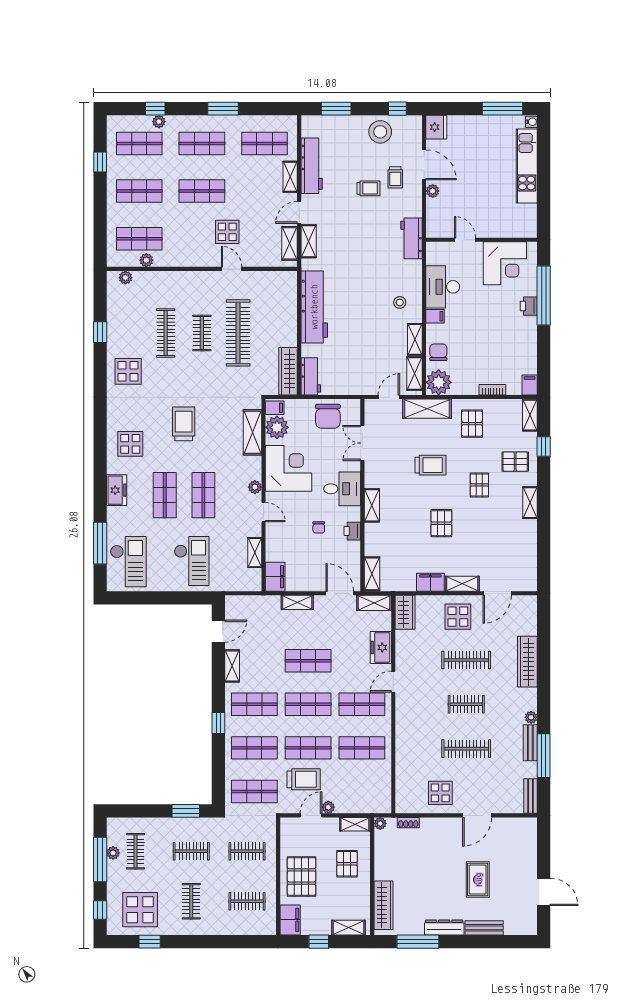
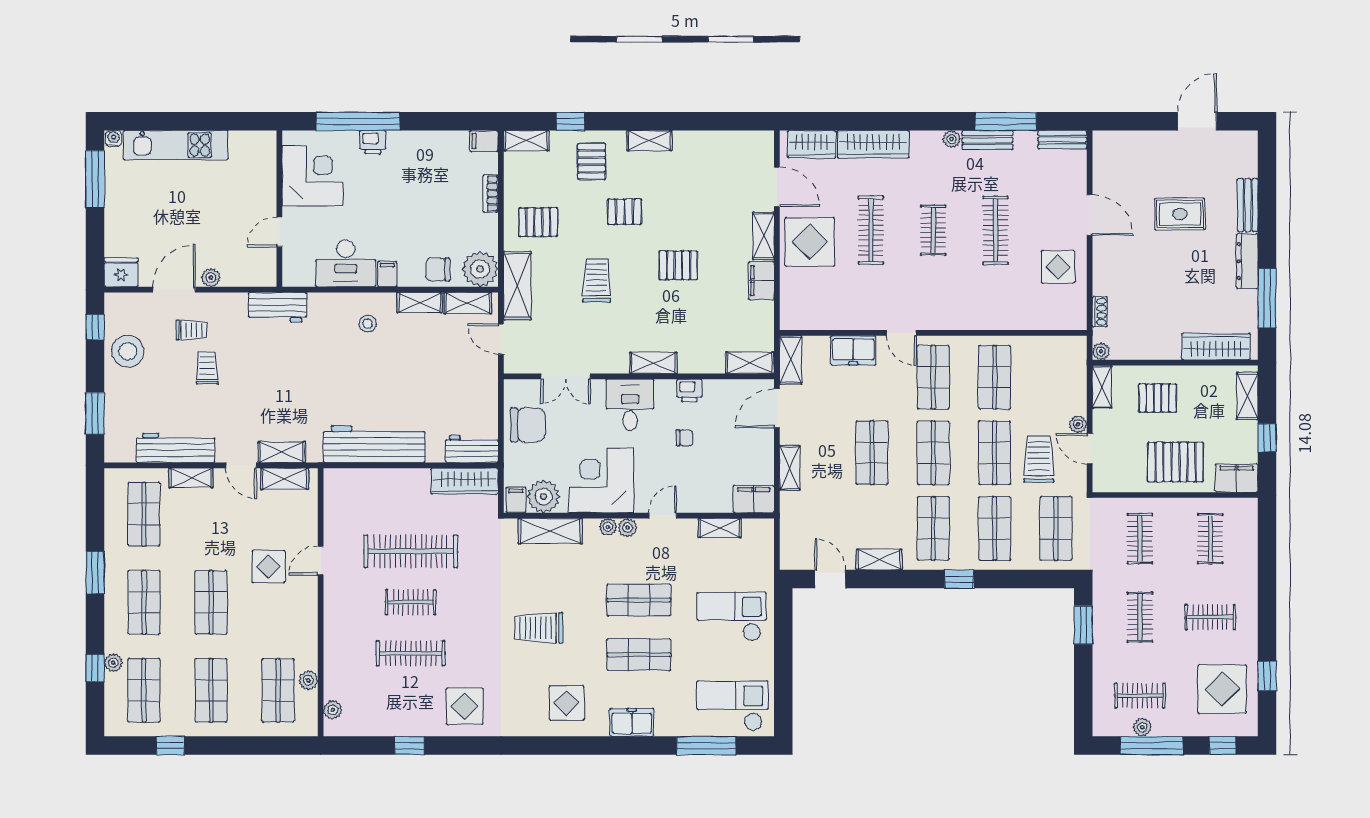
plant: (255, 473) -> (608, 527), added
wardrobe: (405, 612) -> (812, 144), moved, turned 180
display table: (458, 617) -> (810, 242), width x1.36, depth x1.36

